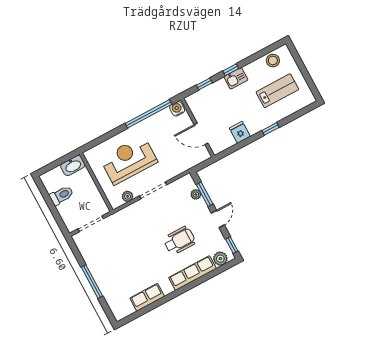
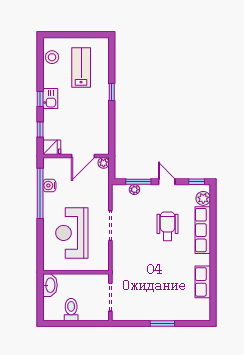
water cooler: (177, 109) -> (49, 185), moved
fridge: (240, 132) -> (52, 147), moved, turned 180
plant: (127, 196) -> (104, 163), moved
window: (92, 282) -> (162, 324), width x0.69

